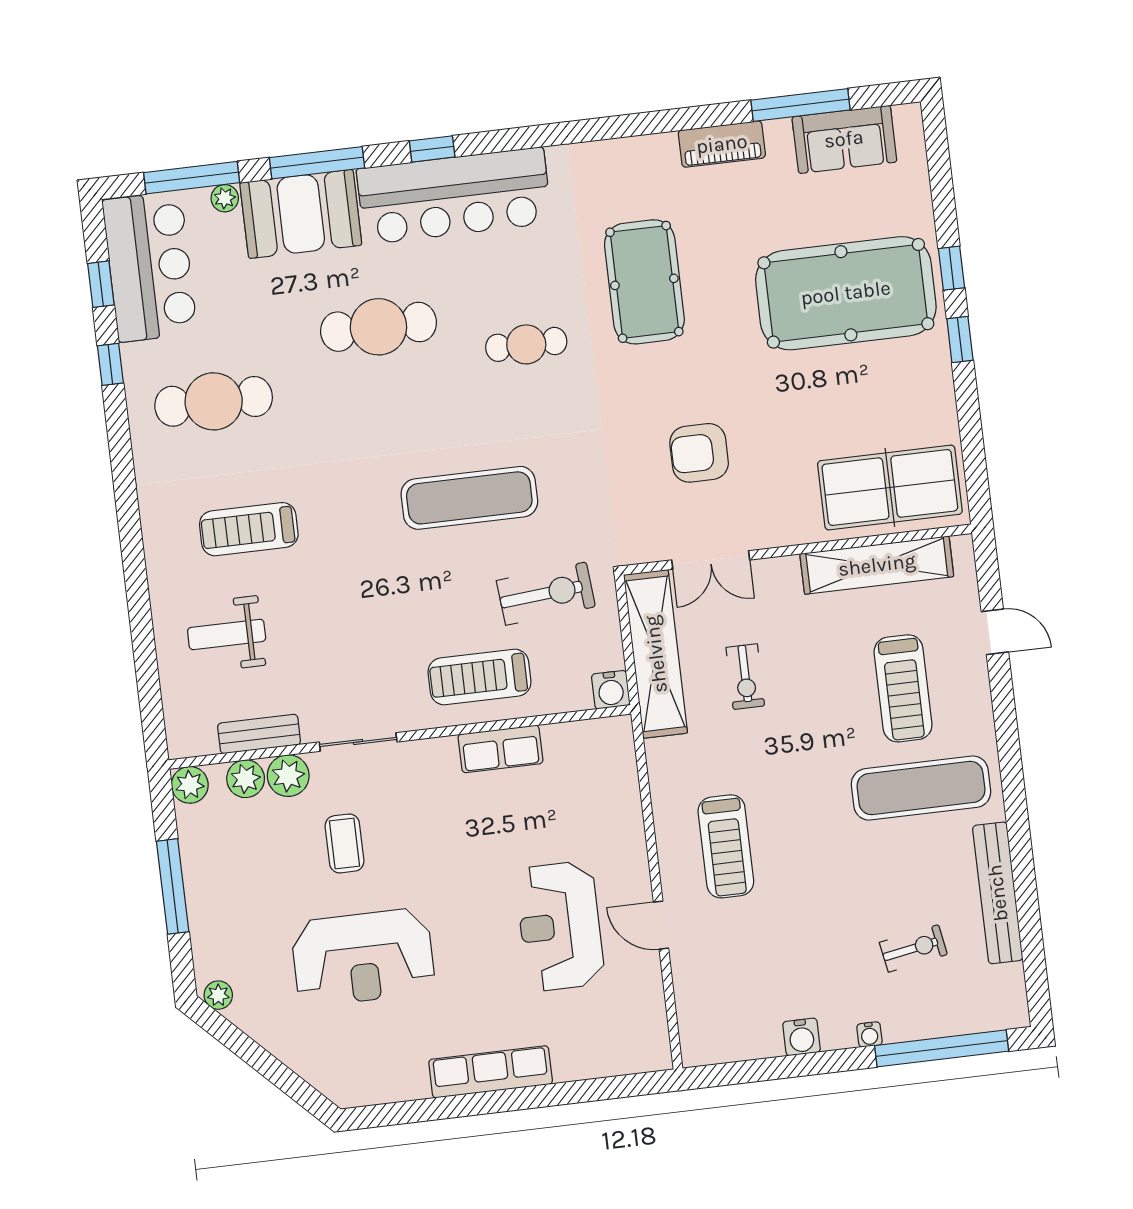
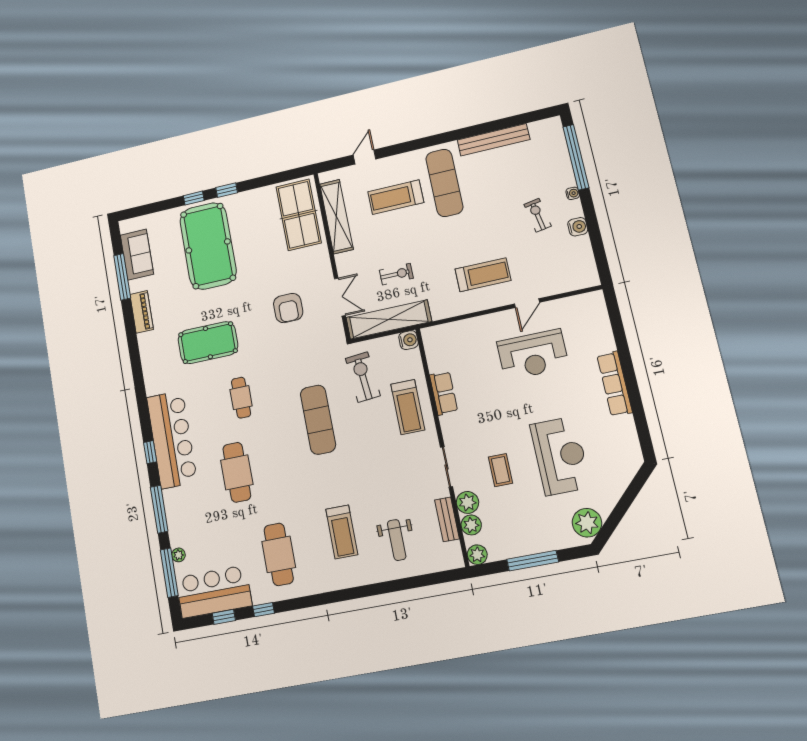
booth: (301, 214) -> (184, 516), removed
treadmill: (903, 688) -> (396, 197), turned 180
coffee table: (345, 843) -> (500, 470), turned 90
exercise bike: (913, 948) -> (538, 215), moved
plant: (218, 995) -> (587, 523), width x1.87, depth x1.87

